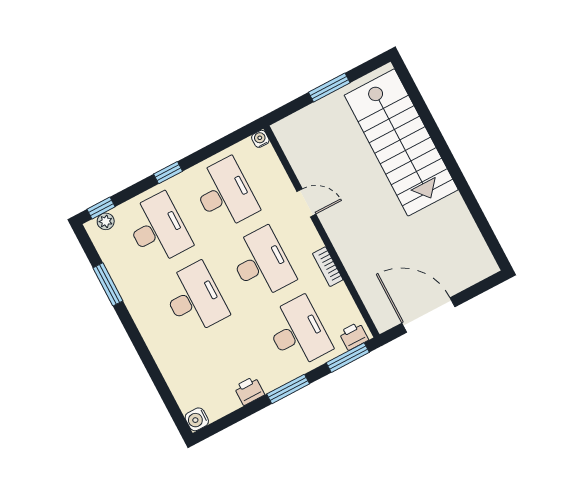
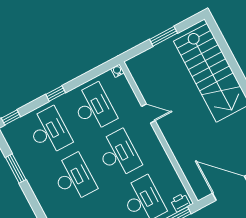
plant: (106, 221) -> (14, 126), removed
bookcase: (328, 267) -> (163, 156), removed

